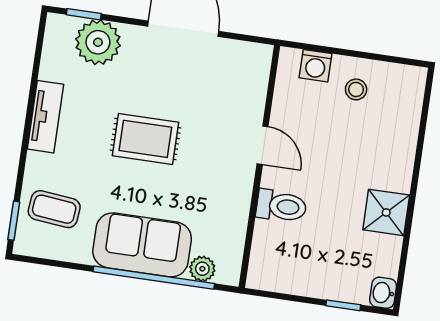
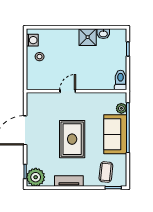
plant: (98, 42) -> (36, 177), moved
washing machine: (316, 66) -> (32, 40), moved
rug: (145, 139) -> (72, 139), width x1.36, depth x1.43
toilet: (281, 206) -> (121, 80), moved
washbasin: (383, 293) -> (103, 34), moved

